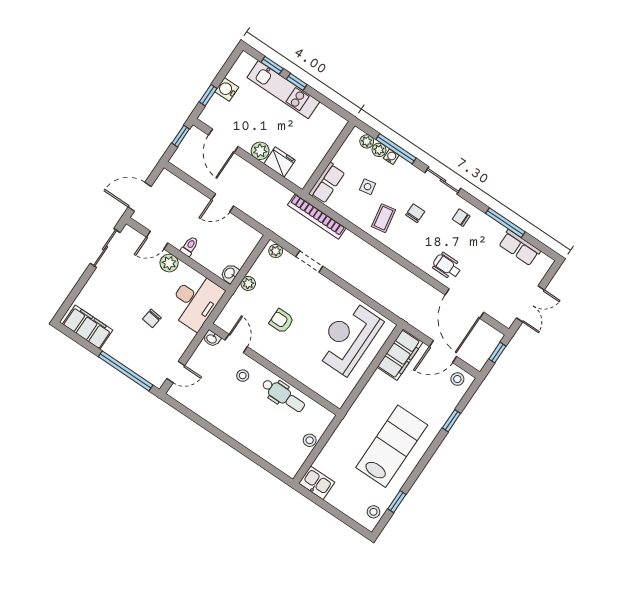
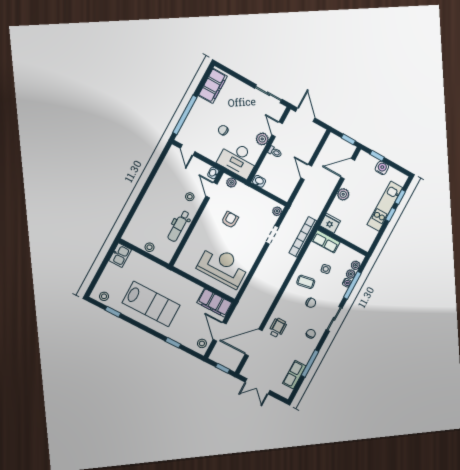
fridge: (280, 162) -> (330, 223), moved, turned -90
plant: (248, 283) -> (231, 183), moved
door: (236, 343) -> (212, 190), swing flipped

